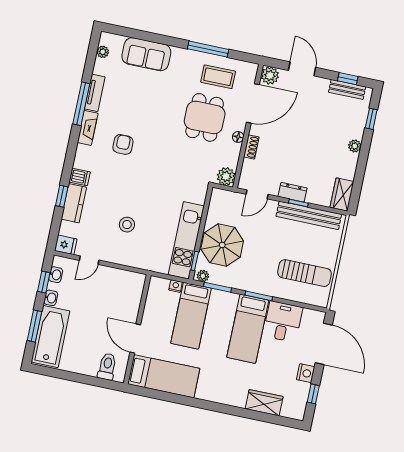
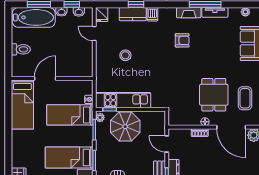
dining table: (205, 117) -> (214, 95), turned 90
plant: (226, 176) -> (175, 119), removed
toilet: (107, 367) -> (21, 49), moved

